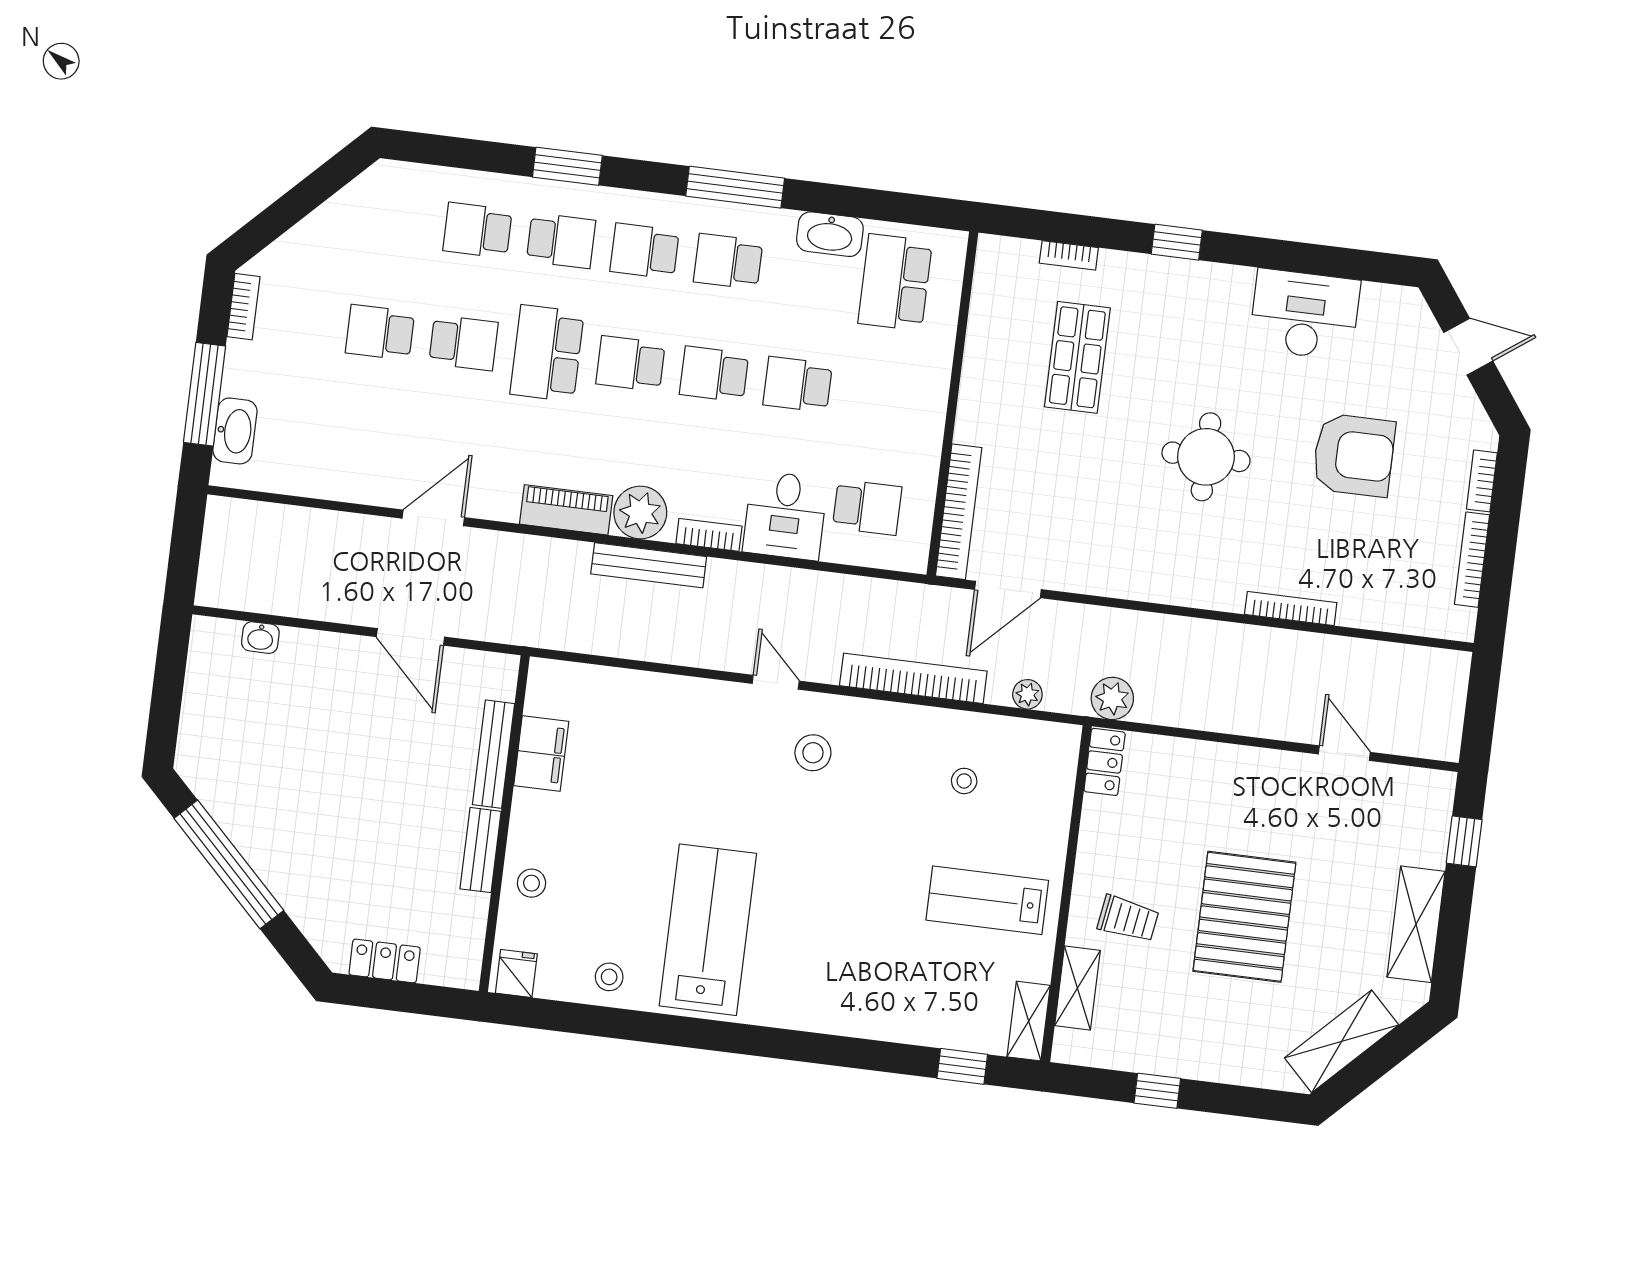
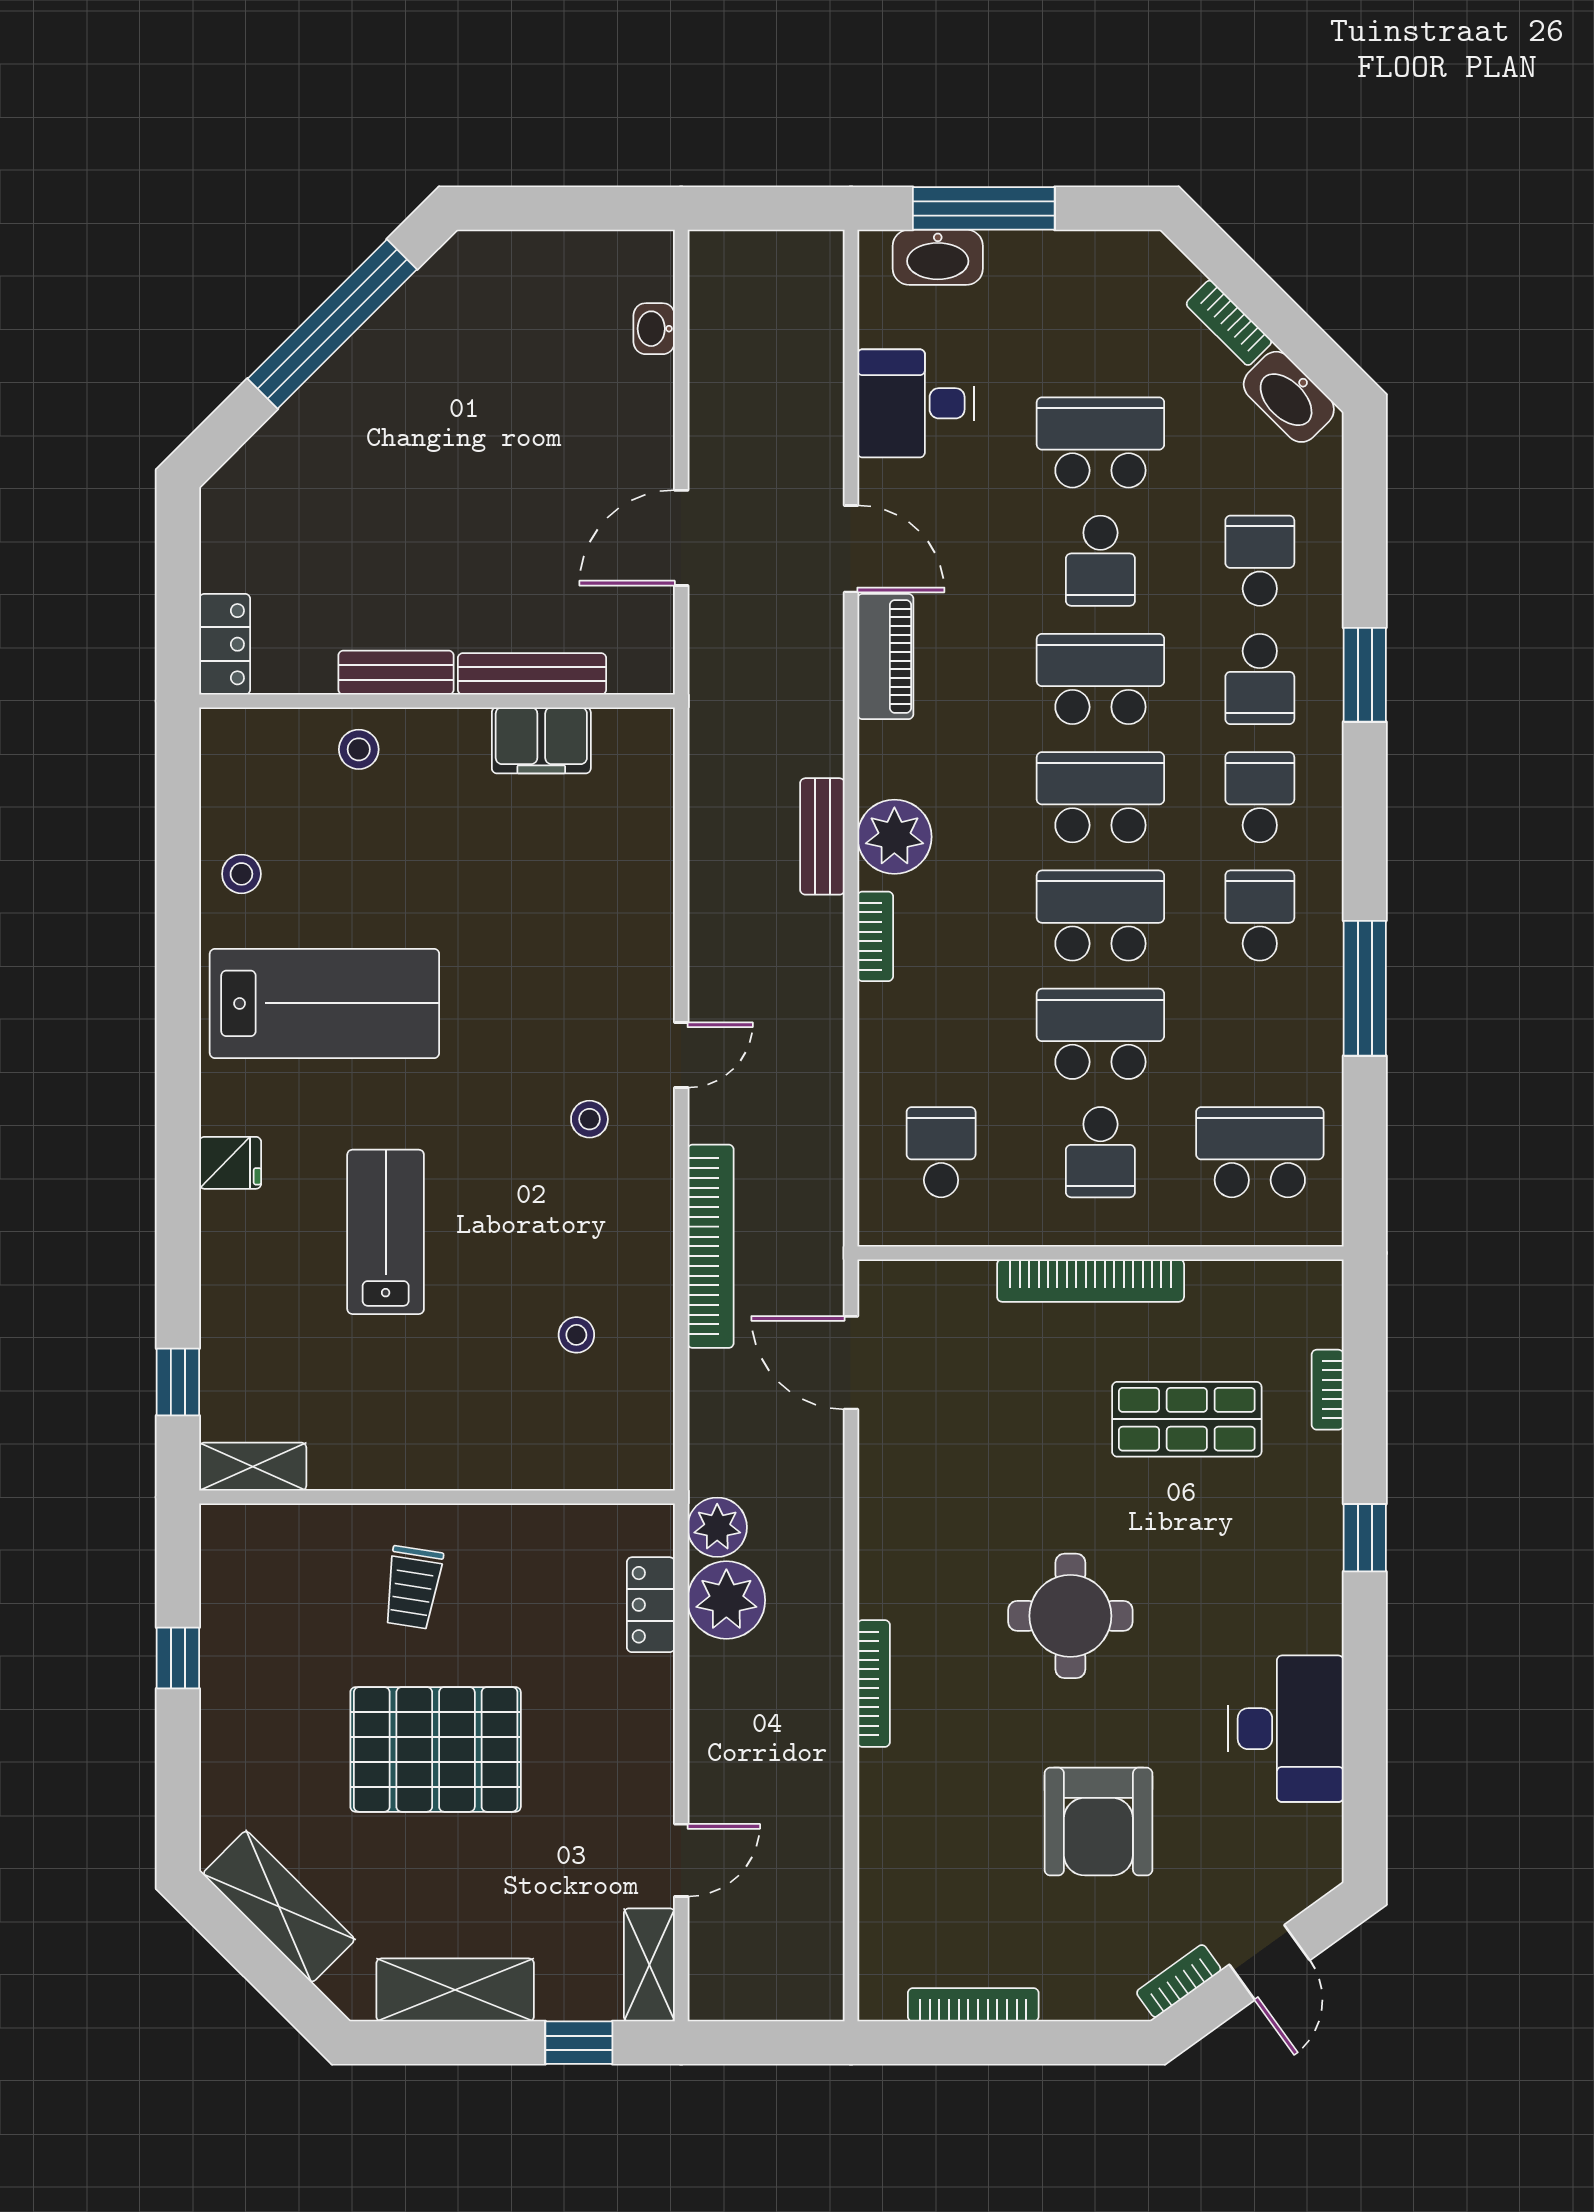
window: (735, 187) -> (1365, 988), moved
washbasin: (830, 234) -> (1289, 397), moved, turned -45
bookcase: (243, 307) -> (1229, 323), moved, turned 45
school desk: (380, 332) -> (1100, 442), width x1.85
school desk: (631, 364) -> (1100, 797), width x1.85
school desk: (714, 374) -> (1100, 916), width x1.85
school desk: (798, 384) -> (1100, 1034), width x1.85
school desk: (881, 395) -> (1100, 1152), added
bookcase: (1482, 481) -> (1179, 1981), moved, turned -36
school desk: (867, 507) -> (941, 1152), turned 180
piano: (566, 510) -> (885, 656), moved
bookcase: (959, 512) -> (1091, 1281), moved
desk: (785, 515) -> (916, 403), moved
bench: (649, 565) -> (822, 836), width x0.73
bookcase: (1291, 608) -> (874, 1683), moved
plant: (1027, 694) -> (726, 1600), moved, width x1.88, depth x1.88
stool: (813, 753) -> (589, 1119), width x0.73, depth x0.73
locker: (1105, 762) -> (651, 1605), moved, turned 90
lab bench: (987, 900) -> (386, 1232), moved
locker: (385, 961) -> (225, 644), moved
fridge: (516, 973) -> (230, 1163), moved
shelving: (1077, 988) -> (649, 1965), moved, turned 90

